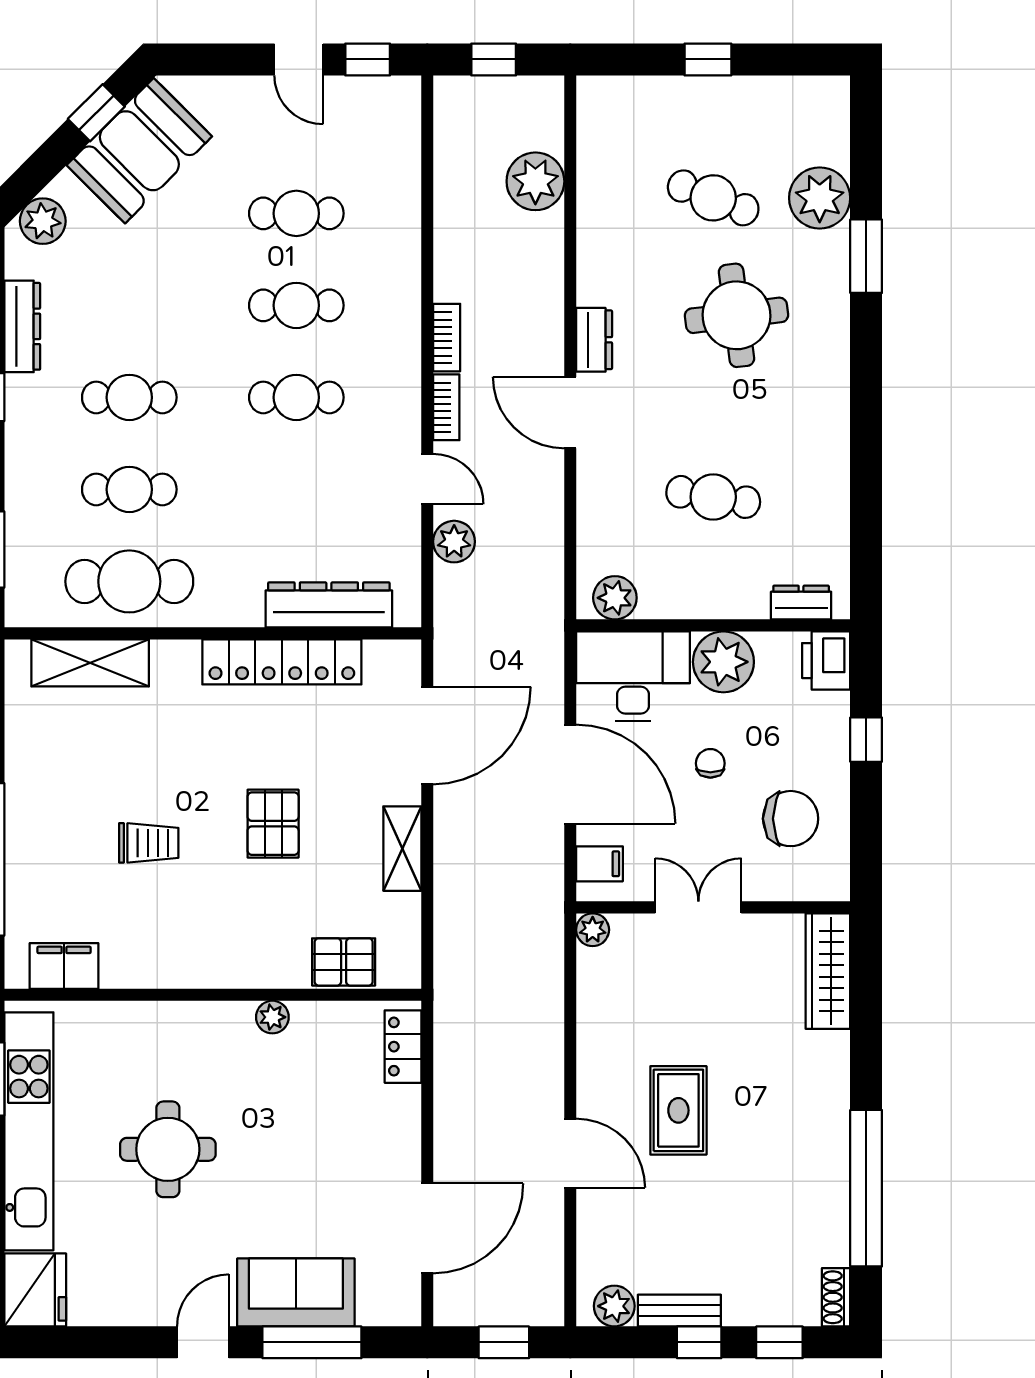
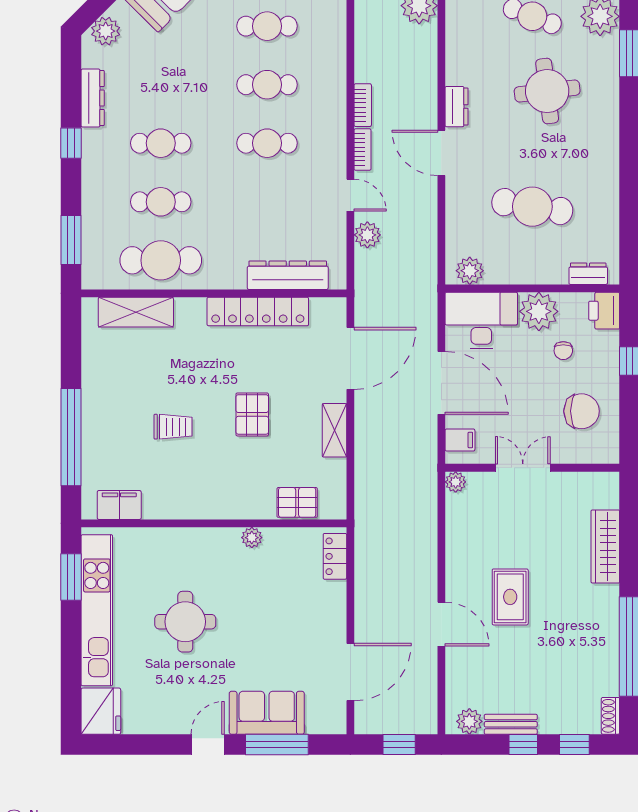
cafe table: (713, 497) -> (532, 207), width x1.37, depth x1.35
chair: (710, 763) -> (563, 351), moved, turned 180
wardrobe: (828, 971) -> (605, 547), moved

